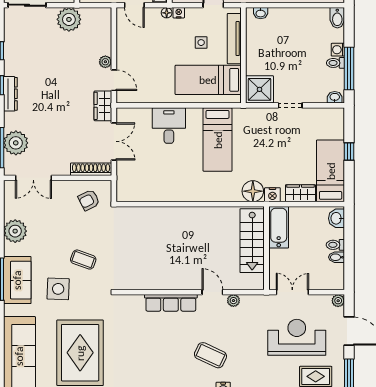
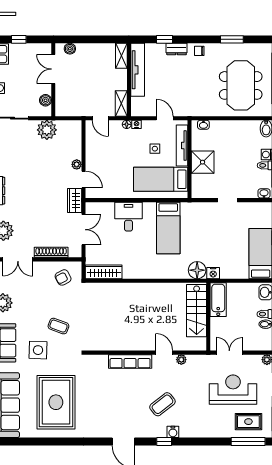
shower: (259, 89) -> (203, 162), moved
shoe rack: (91, 169) -> (51, 252), moved
wardrobe: (300, 193) -> (104, 272), moved, width x1.50
coffee table: (210, 355) -> (162, 404), turned -63

